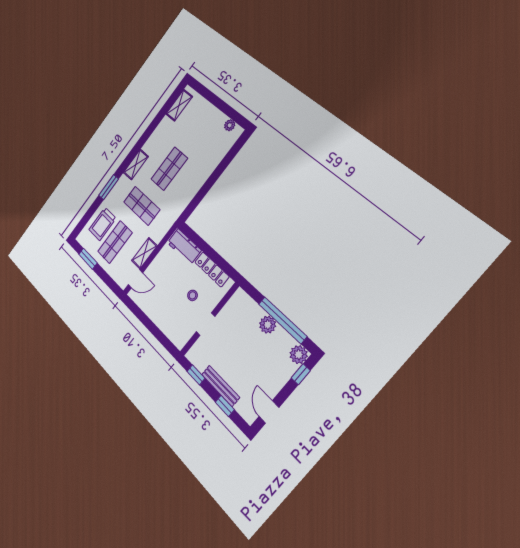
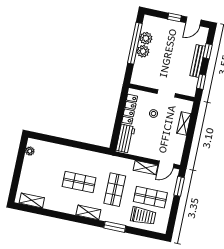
window: (88, 259) -> (179, 186), moved
door: (135, 279) -> (166, 164), swing flipped
shelving: (164, 325) -> (184, 124), added
plant: (299, 355) -> (146, 38), moved
window: (301, 374) -> (174, 17), moved

